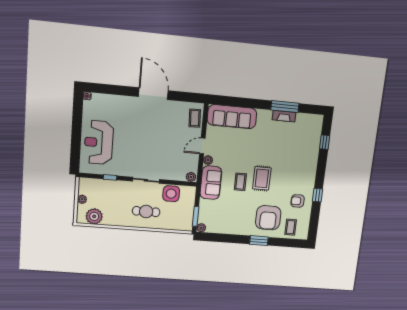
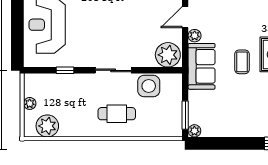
plant: (191, 177) -> (168, 55), width x1.87, depth x1.87

